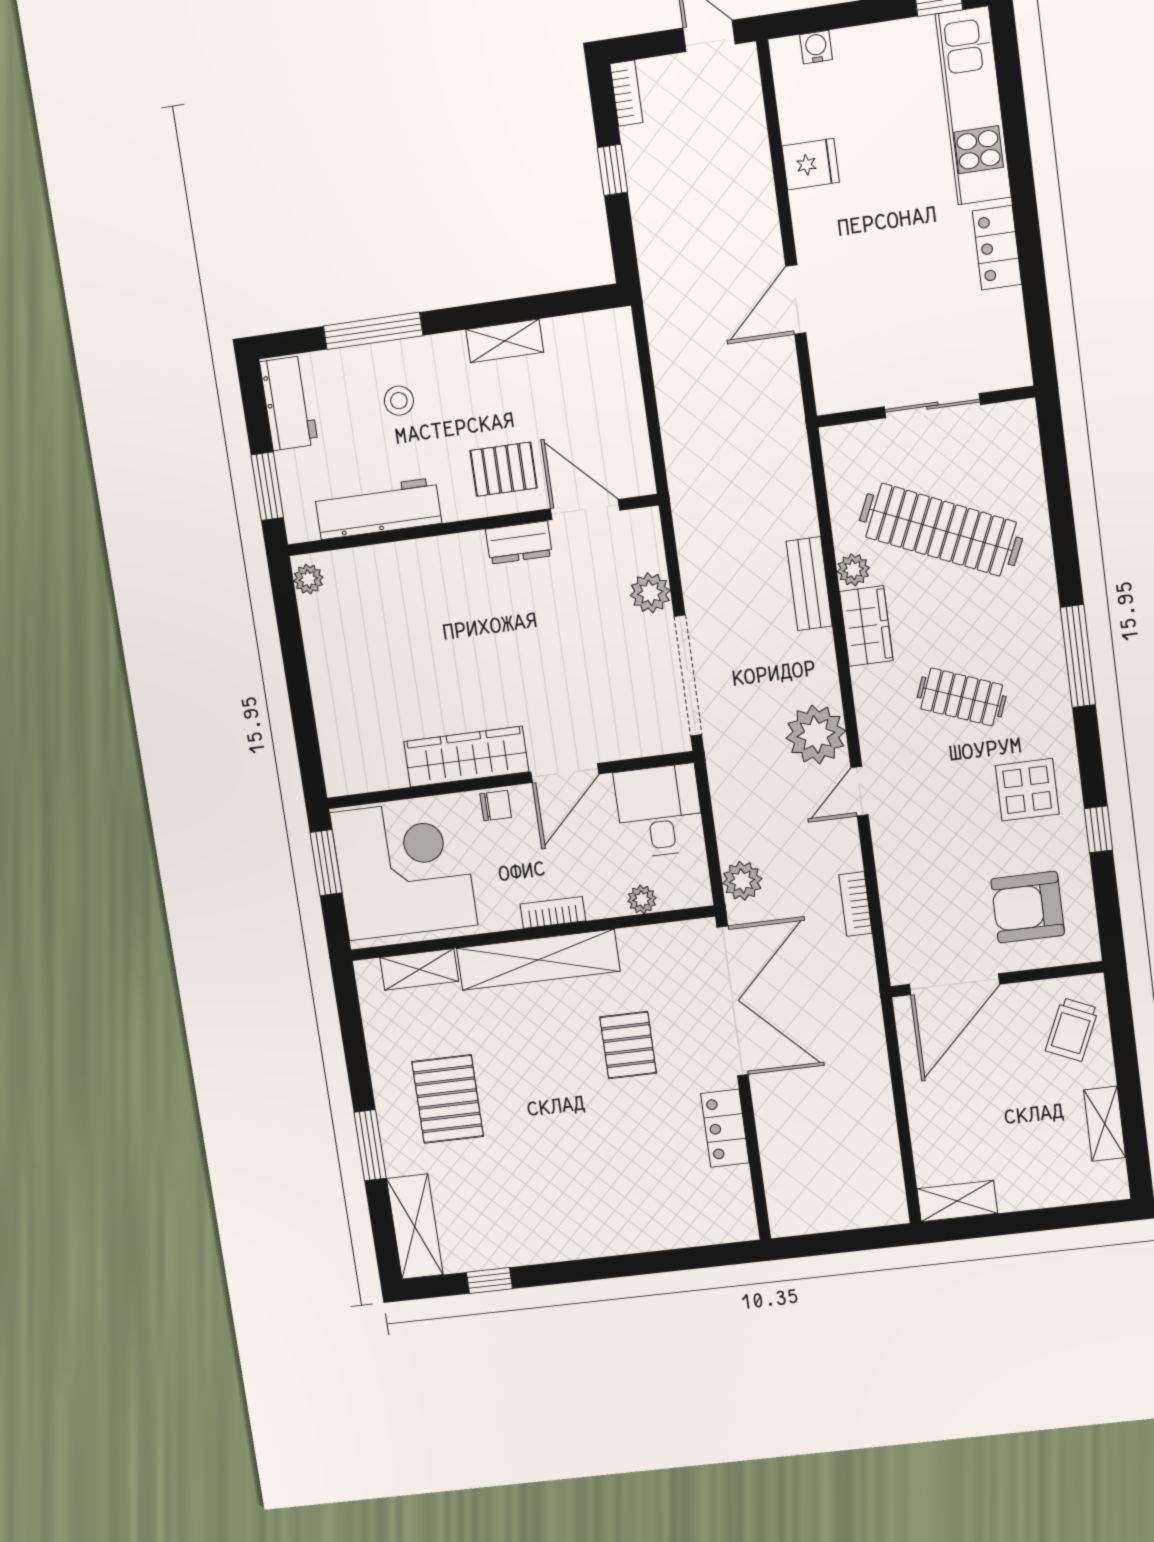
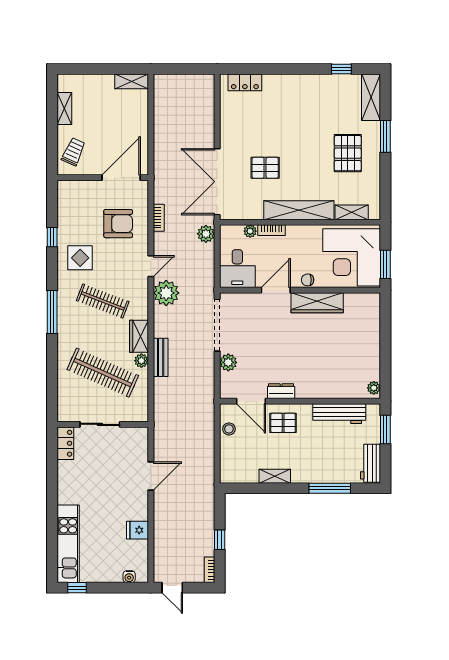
locker: (997, 248) -> (65, 443), moved
stool: (399, 401) -> (229, 429), moved
clothes rail: (962, 697) -> (103, 301), width x1.36
armchair: (1028, 907) -> (118, 224), moved
bookcase: (553, 912) -> (272, 230), moved
pallet: (628, 1045) -> (265, 168), turned 90
locker: (725, 1128) -> (245, 82), moved, turned 90

